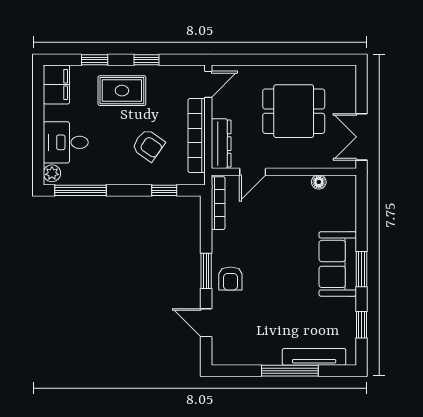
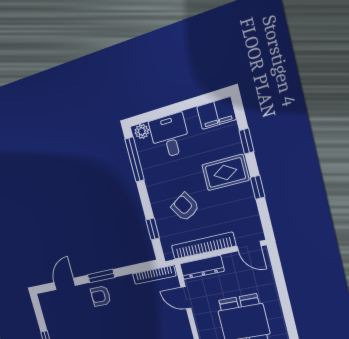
rug: (122, 91) -> (225, 173), turned 90
armchair: (148, 145) -> (185, 207), turned 113

